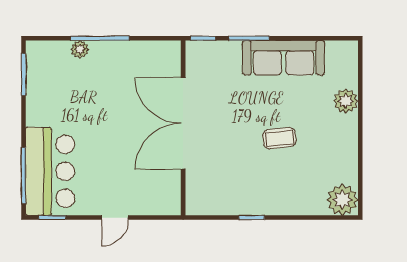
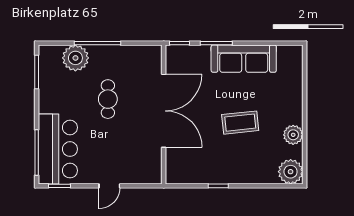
plant: (80, 49) -> (75, 58), width x1.88, depth x1.88
plant: (346, 101) -> (293, 135), moved
cafe table: (113, 109) -> (108, 99), added
double door: (183, 123) -> (164, 111), swing flipped
coffee table: (279, 138) -> (240, 123), width x1.36, depth x1.30

